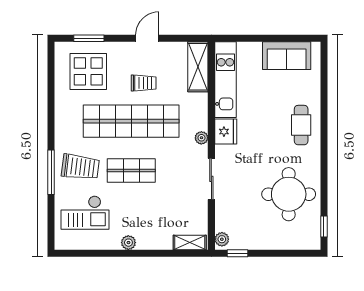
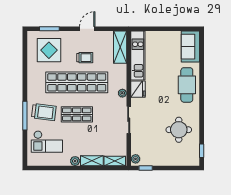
sofa: (287, 56) -> (190, 47), moved, turned 90
cafe table: (301, 125) -> (187, 85), width x1.37, depth x1.35
round table: (289, 194) -> (179, 130), width x0.73, depth x0.73
shelving: (155, 242) -> (92, 161), added

